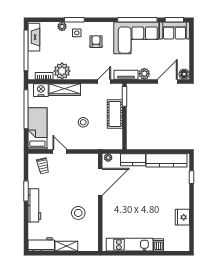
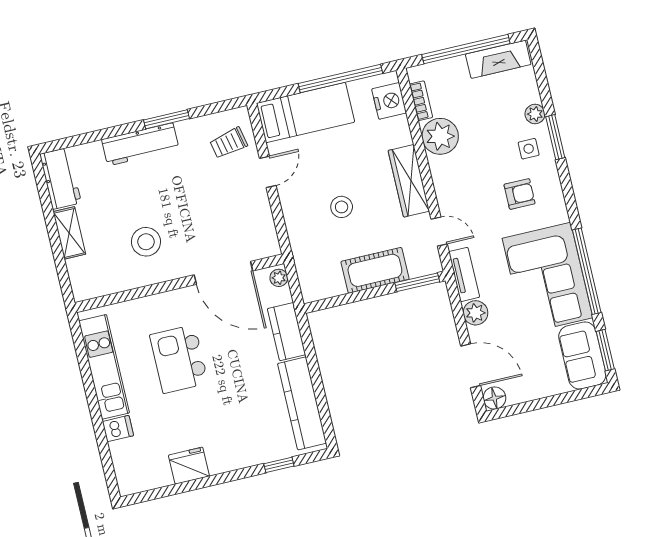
wardrobe: (65, 90) -> (409, 181), moved
kitchen island: (134, 211) -> (179, 359), added

